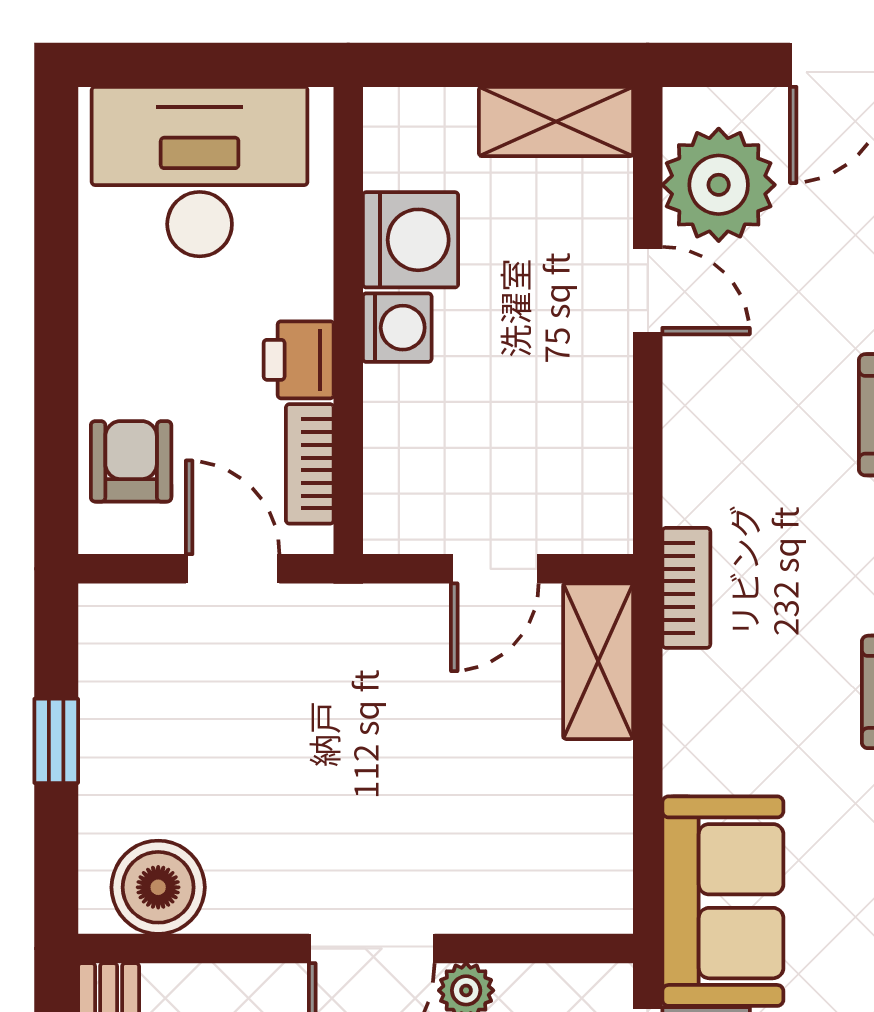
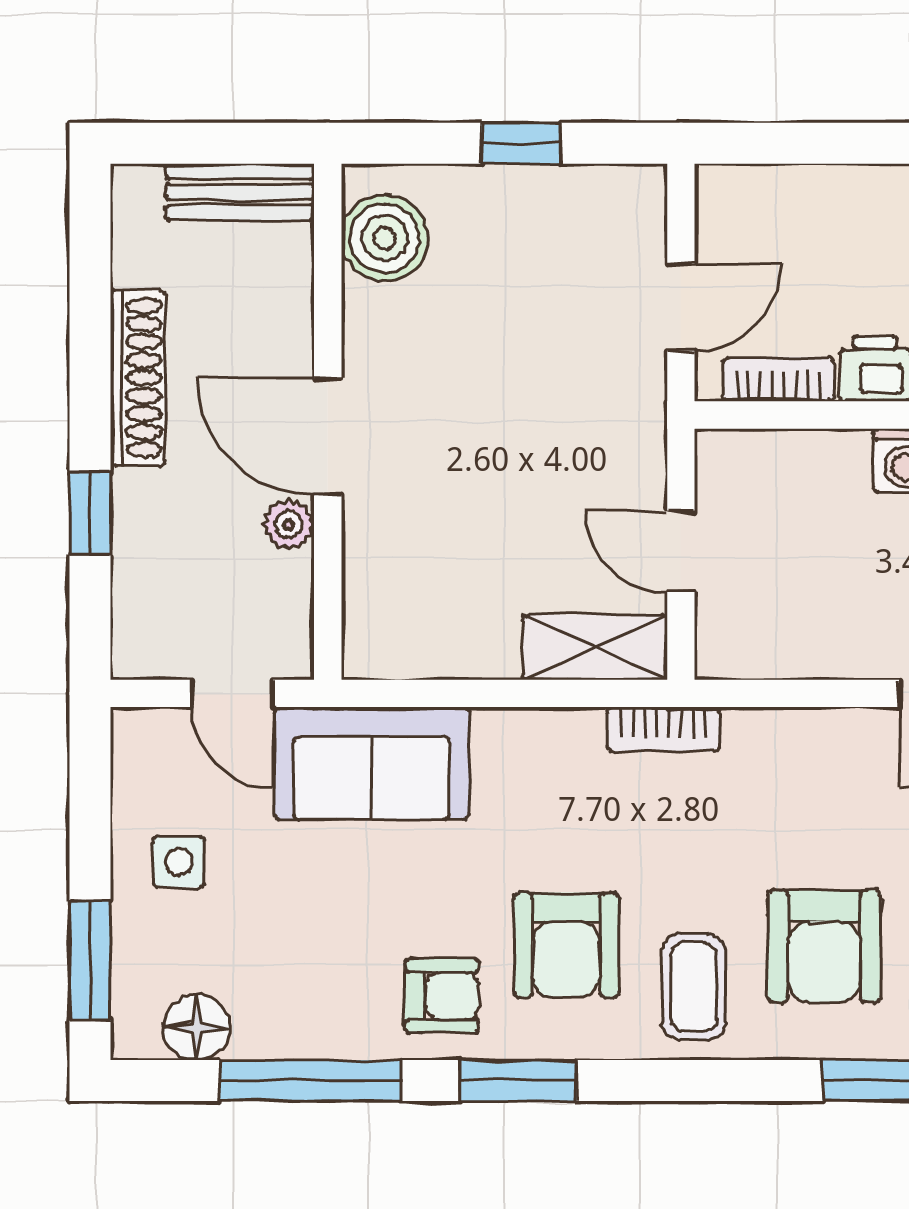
armchair: (131, 461) -> (781, 213), removed

